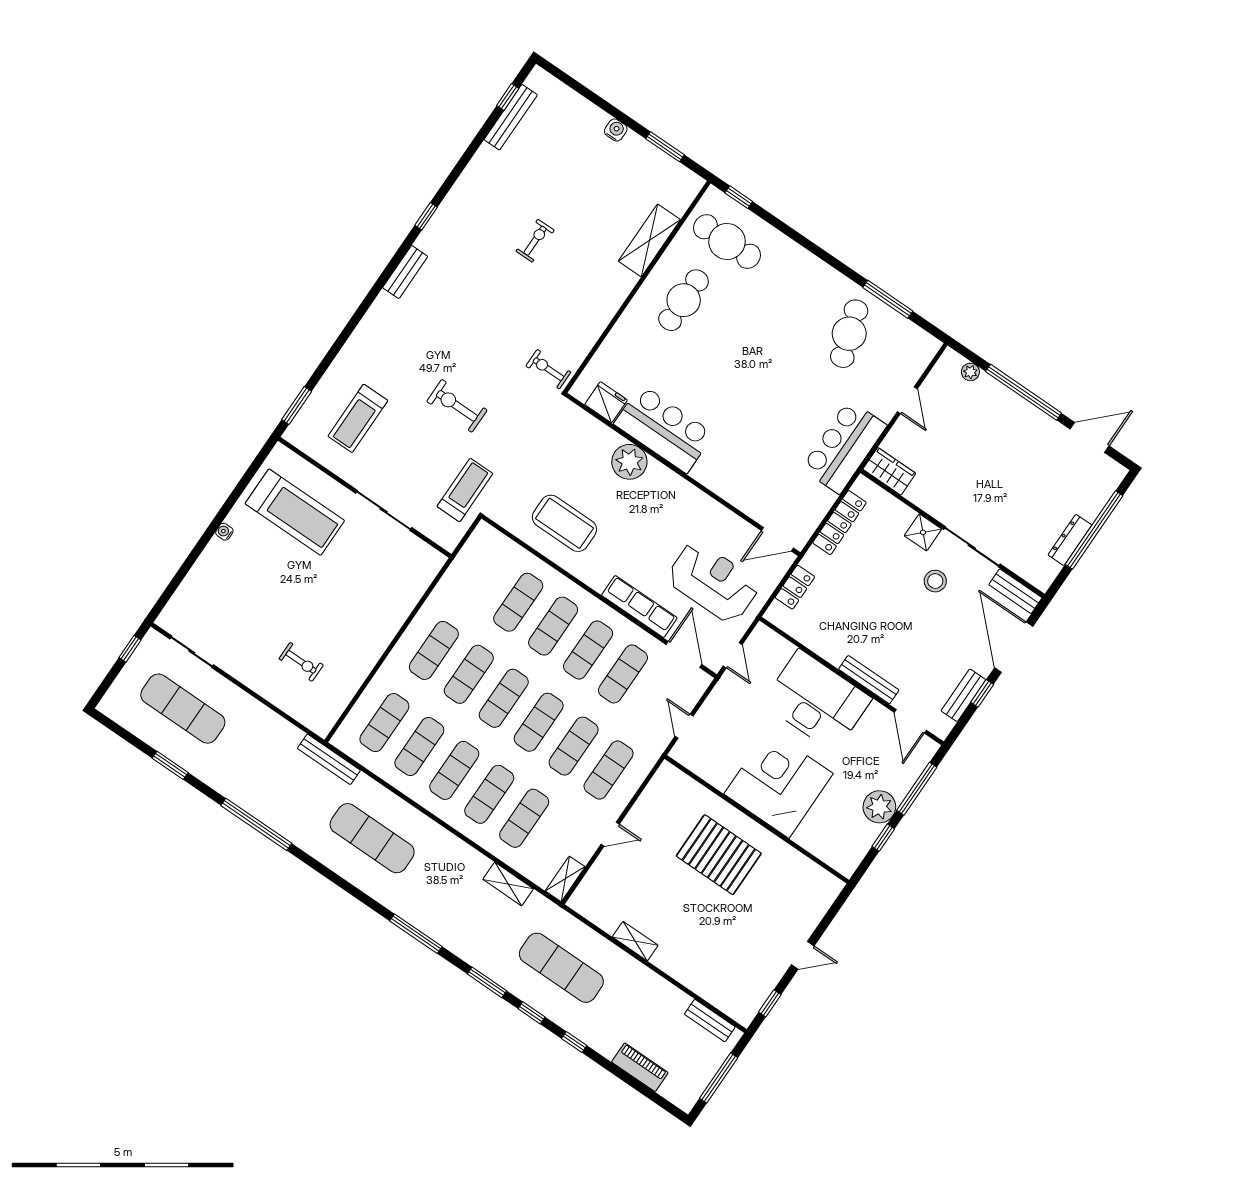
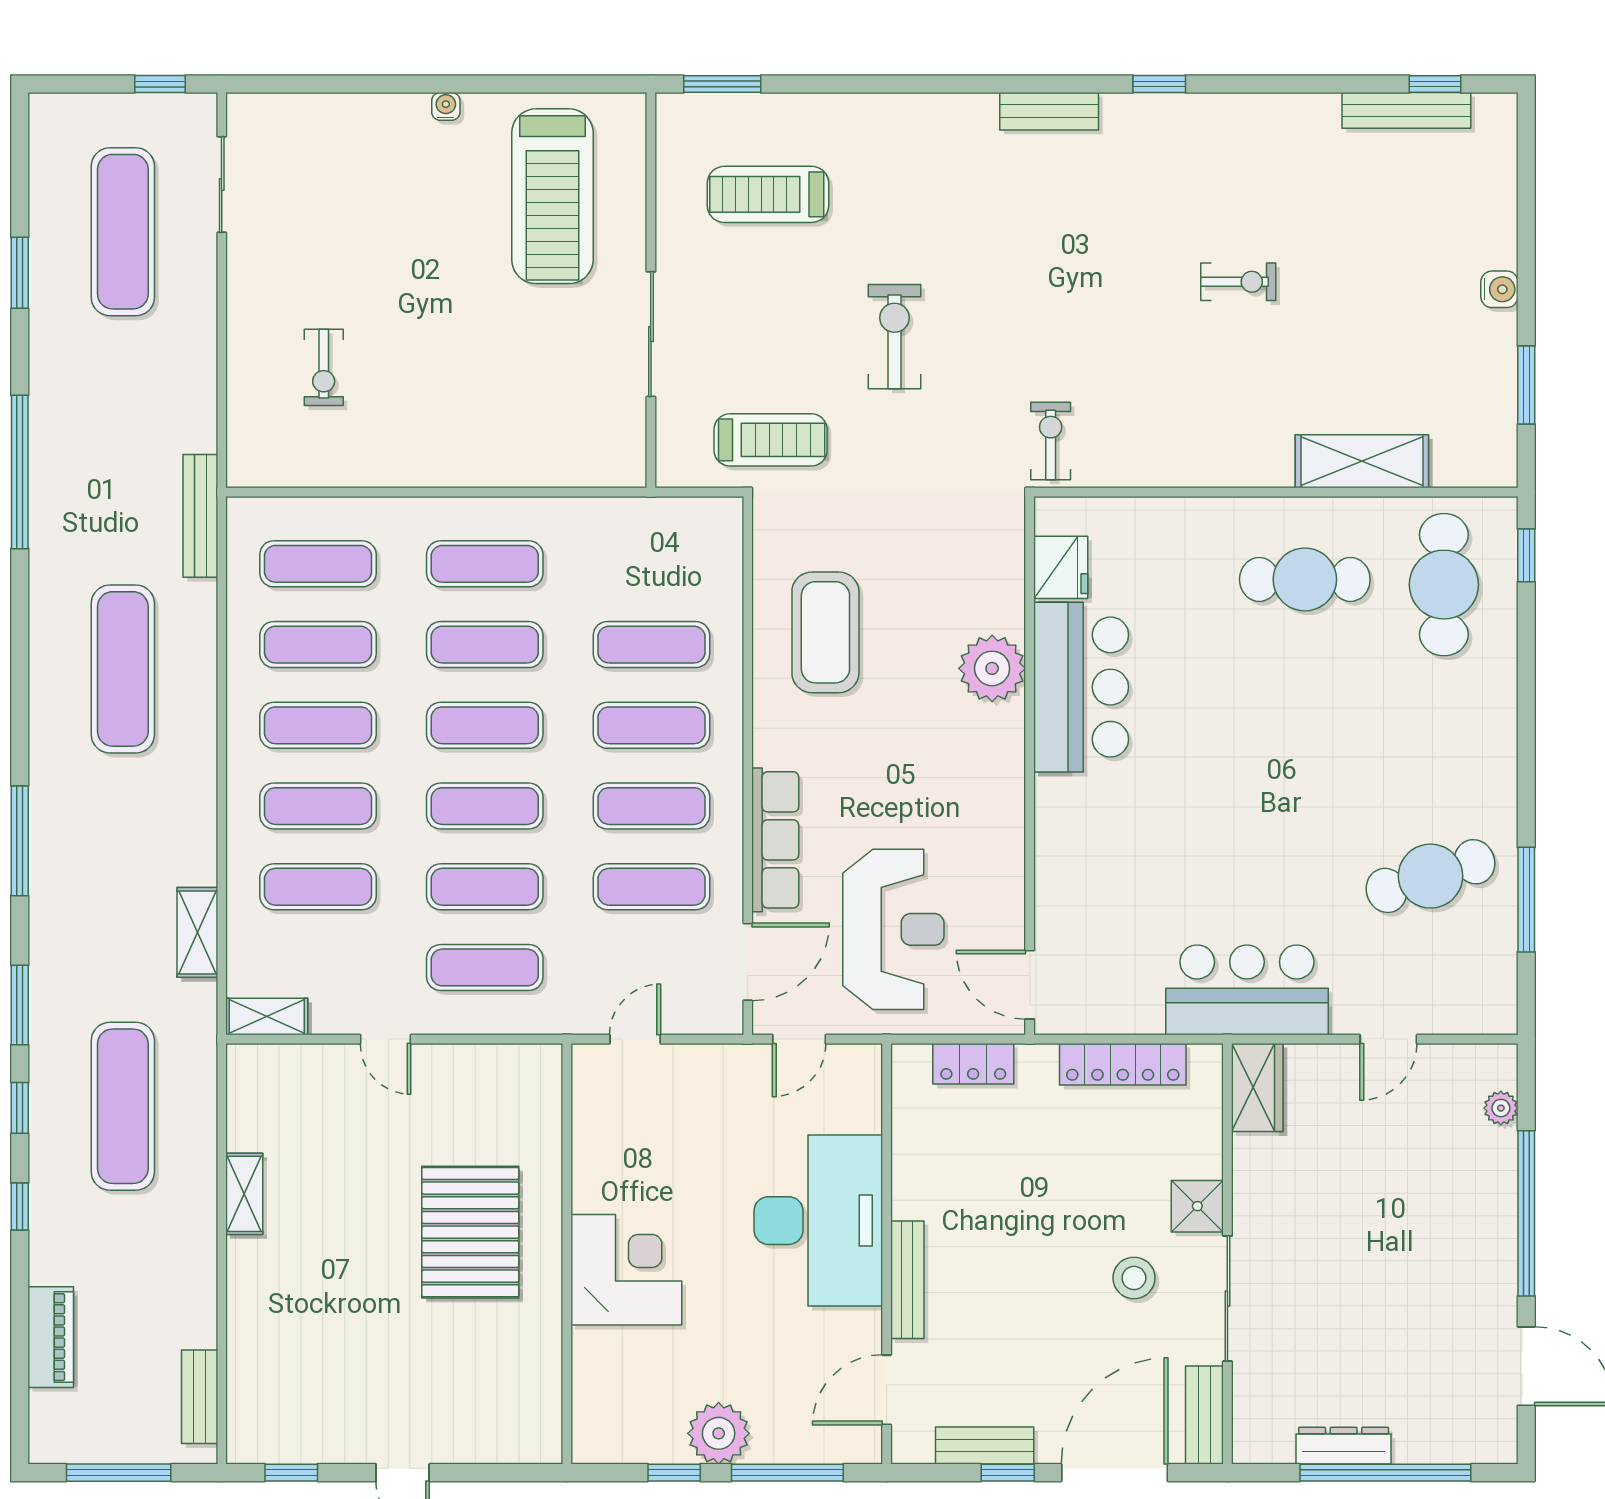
corner desk: (779, 784) -> (626, 1270), width x0.74, depth x0.74

